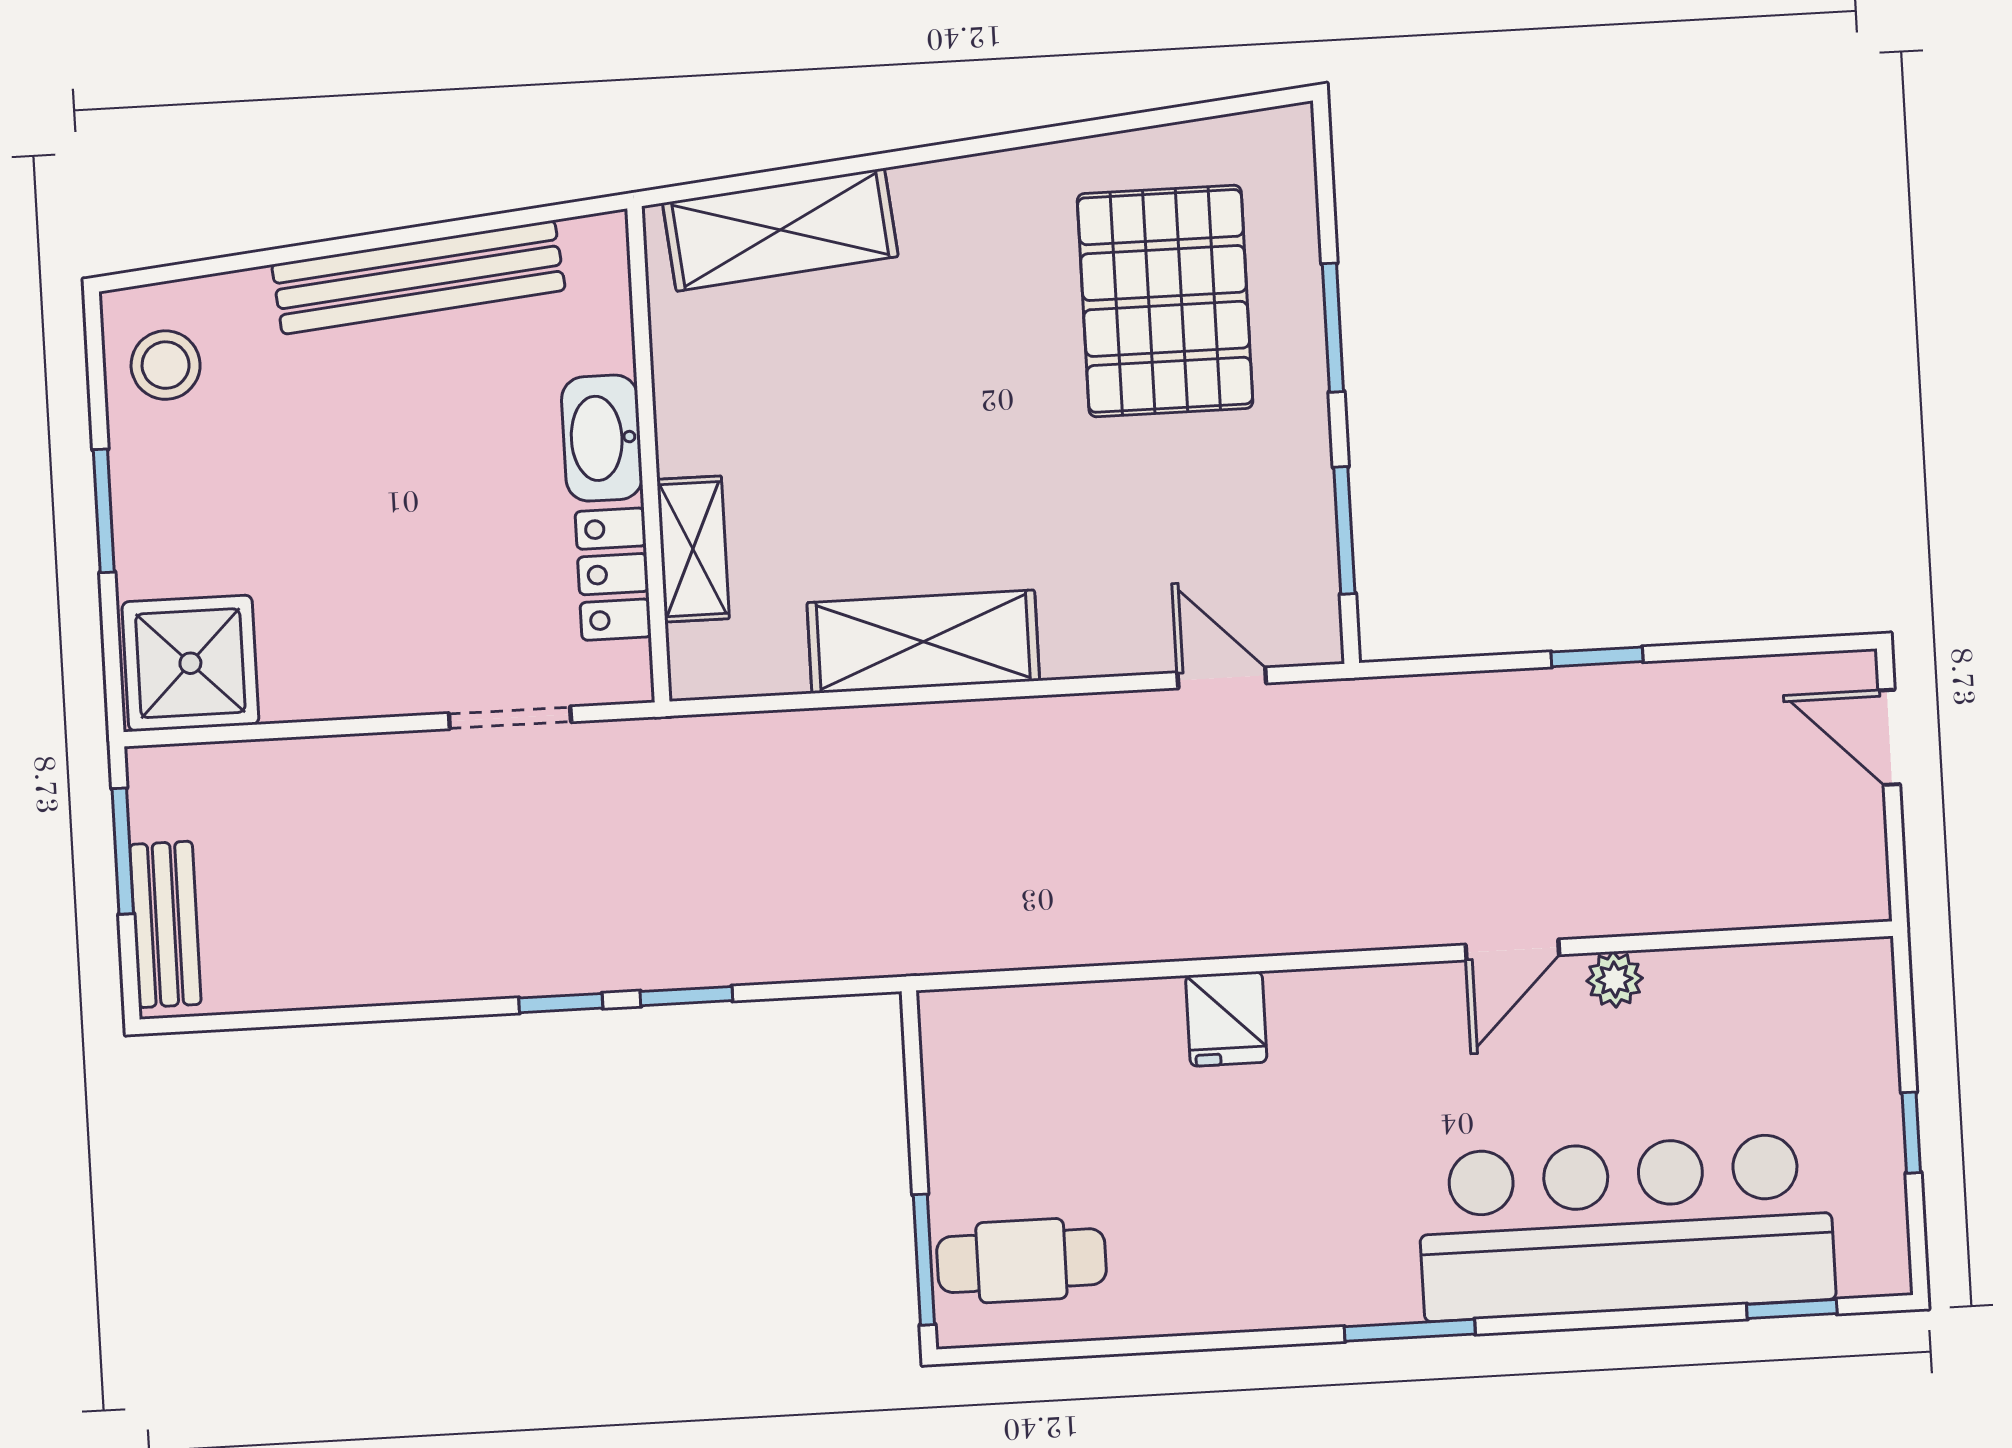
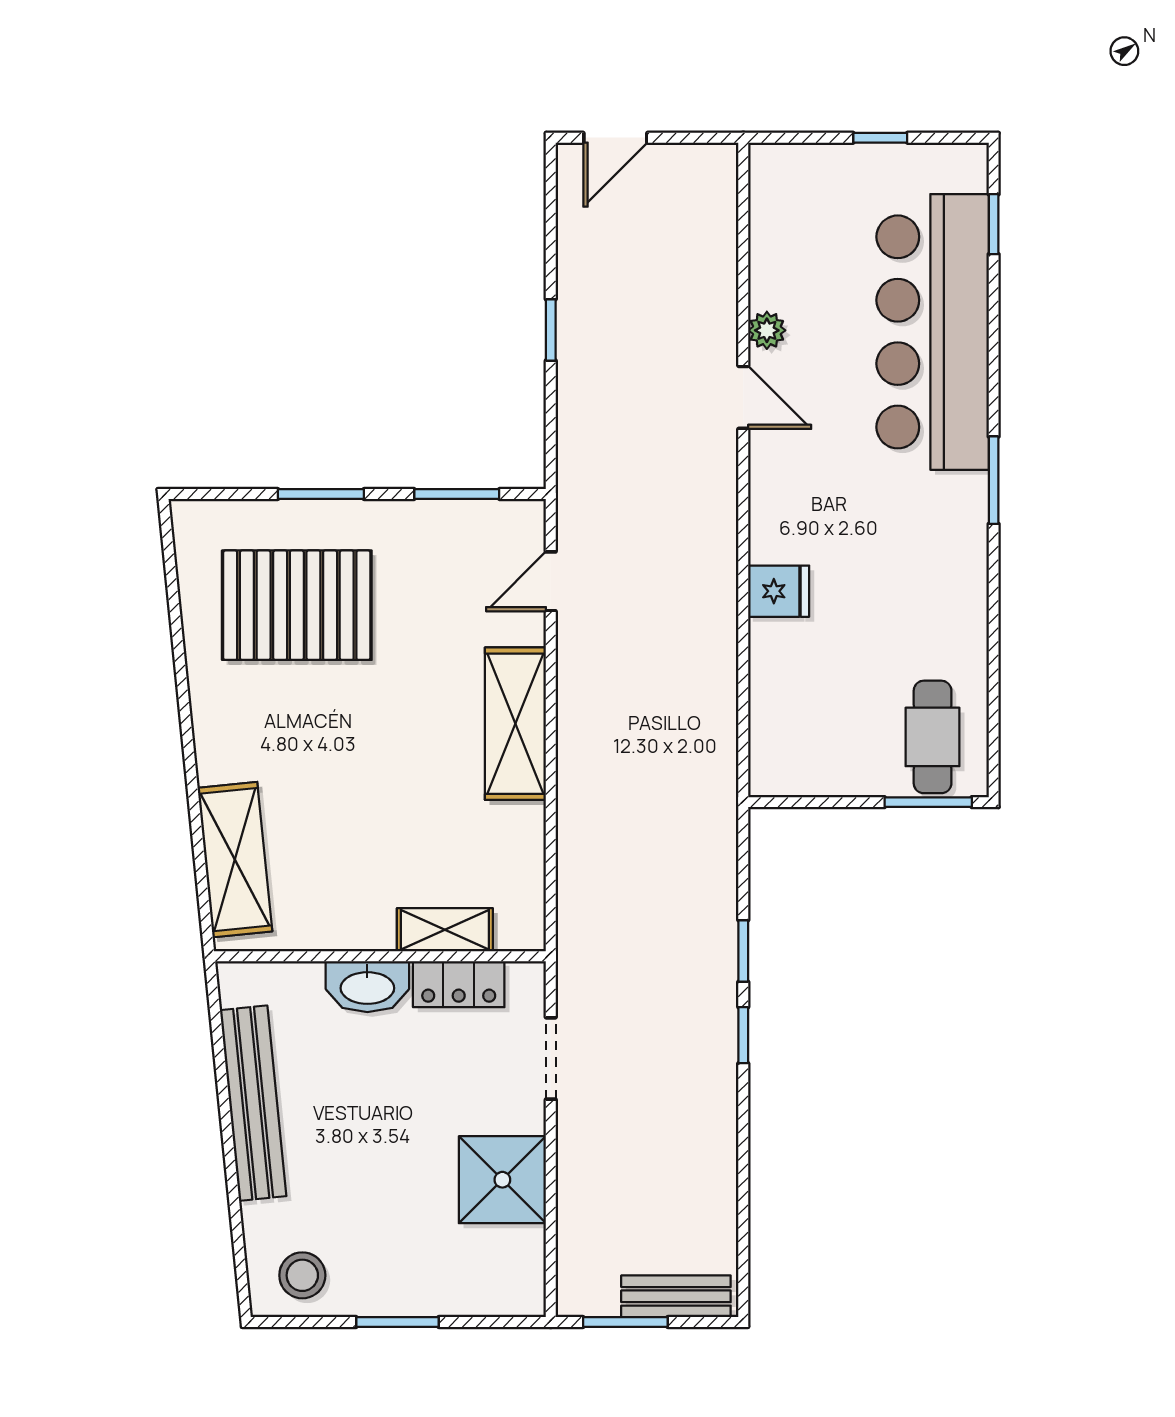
shelving: (923, 642) -> (515, 724), moved
shower: (190, 663) -> (502, 1180), moved

